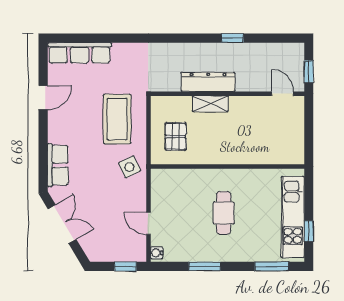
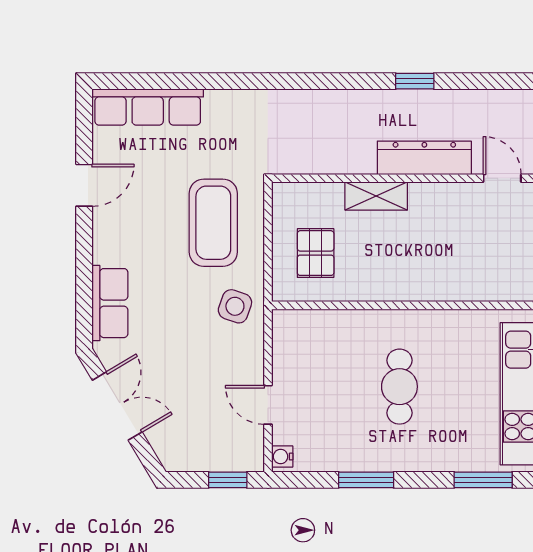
dresser: (208, 82) -> (424, 158), moved
side table: (129, 167) -> (235, 306), turned 45

